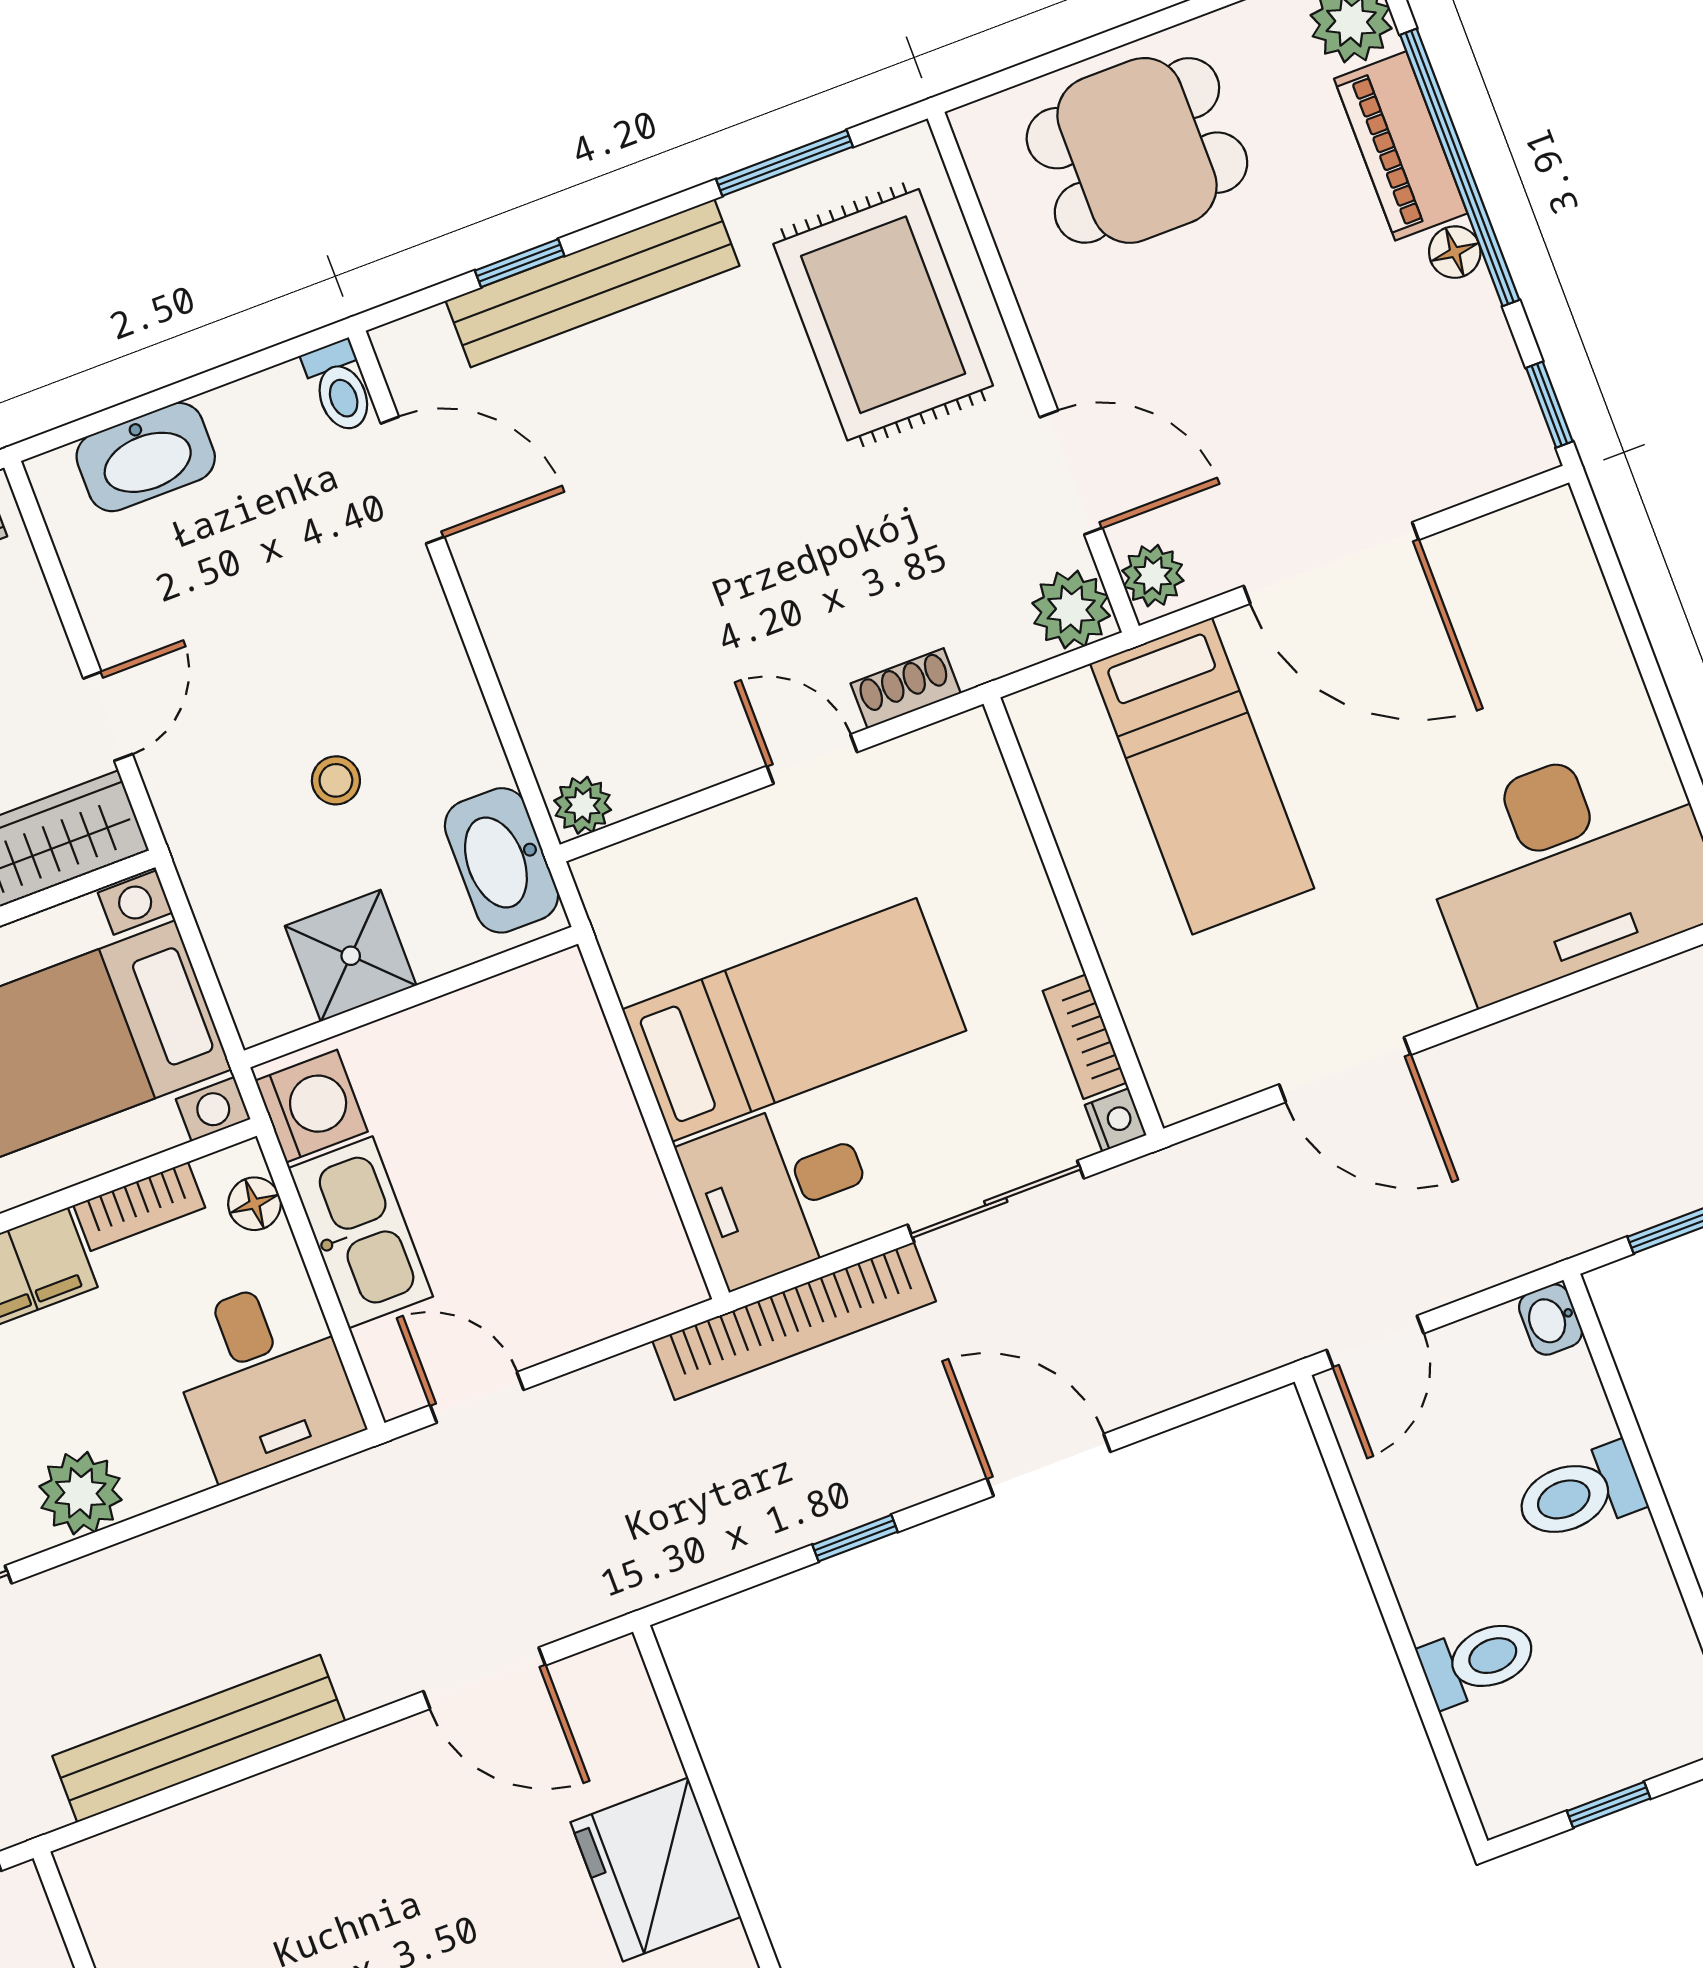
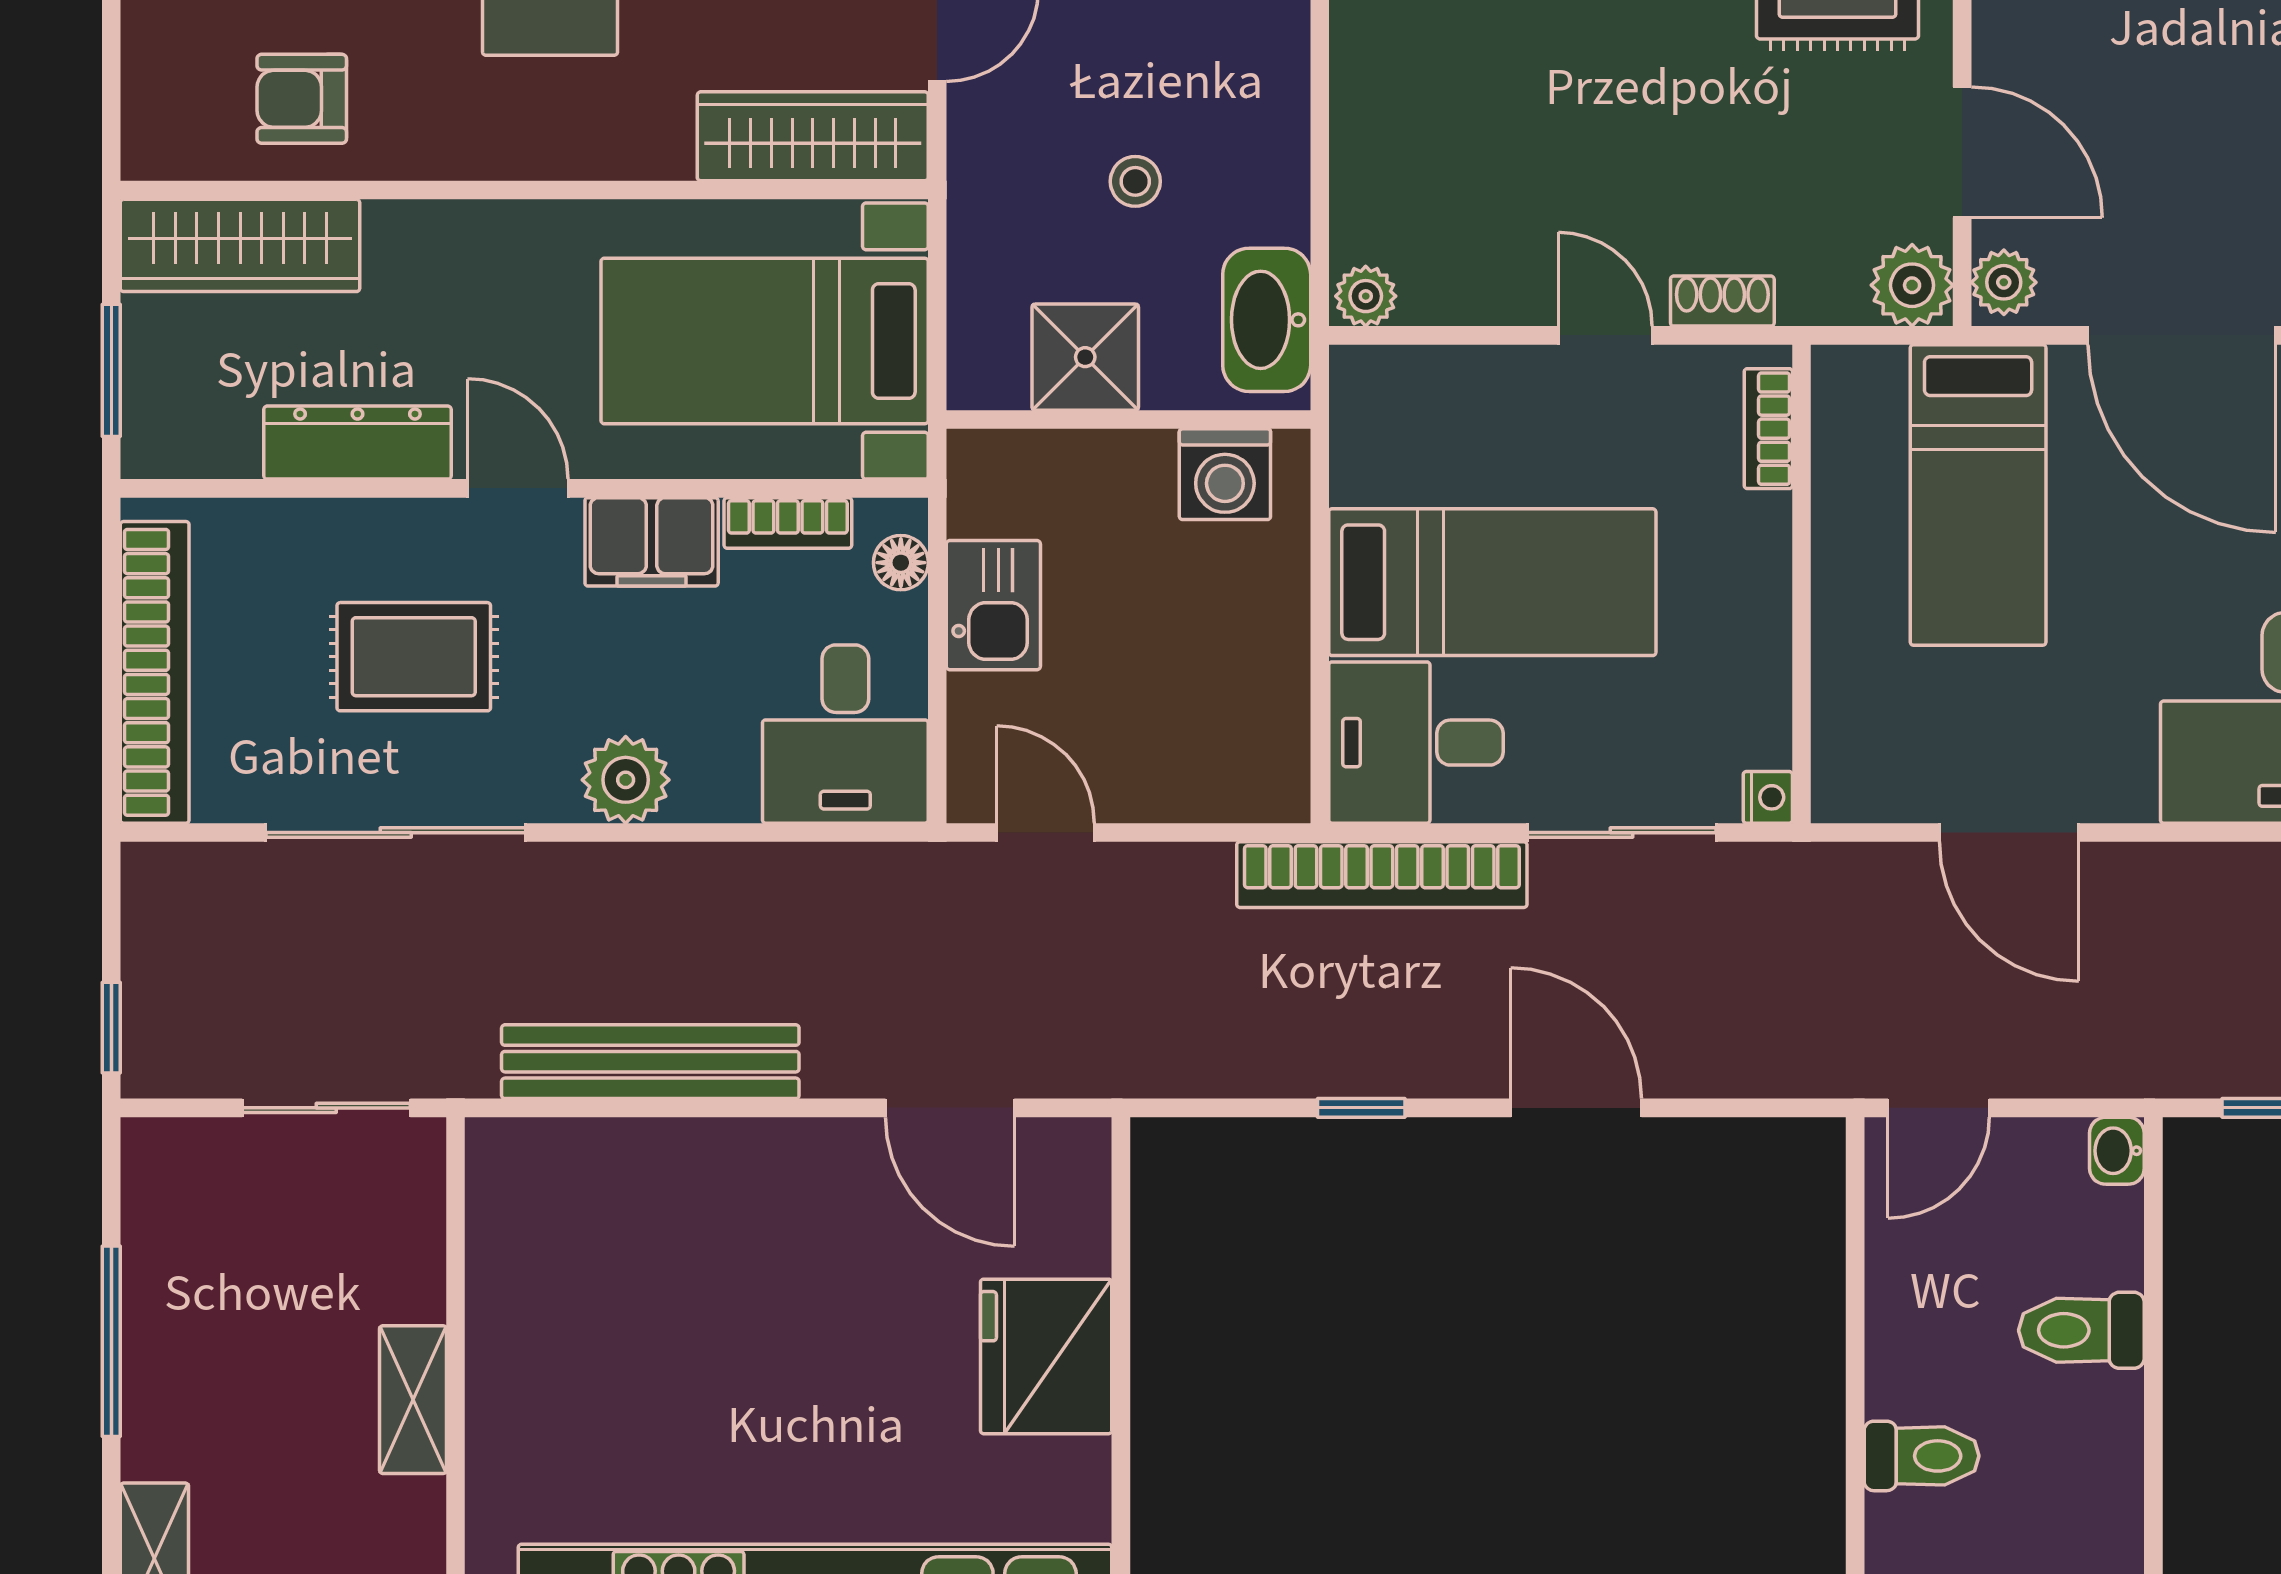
bookcase: (1085, 1037) -> (1768, 429), moved
washing machine: (311, 1106) -> (1225, 474), moved, turned 90
kitchen sink: (361, 1232) -> (993, 605), width x0.73

